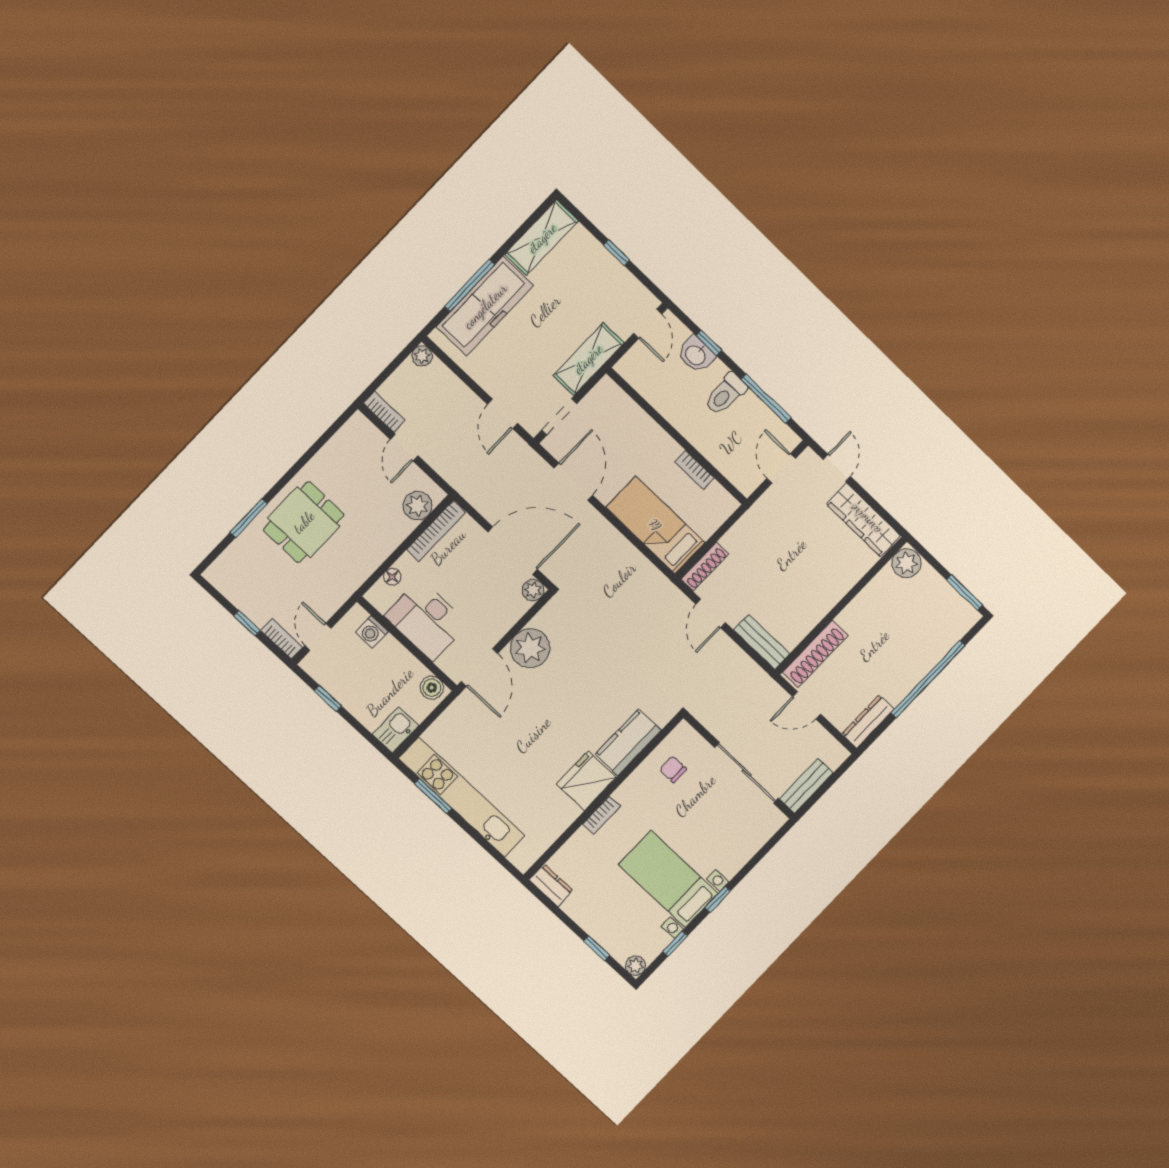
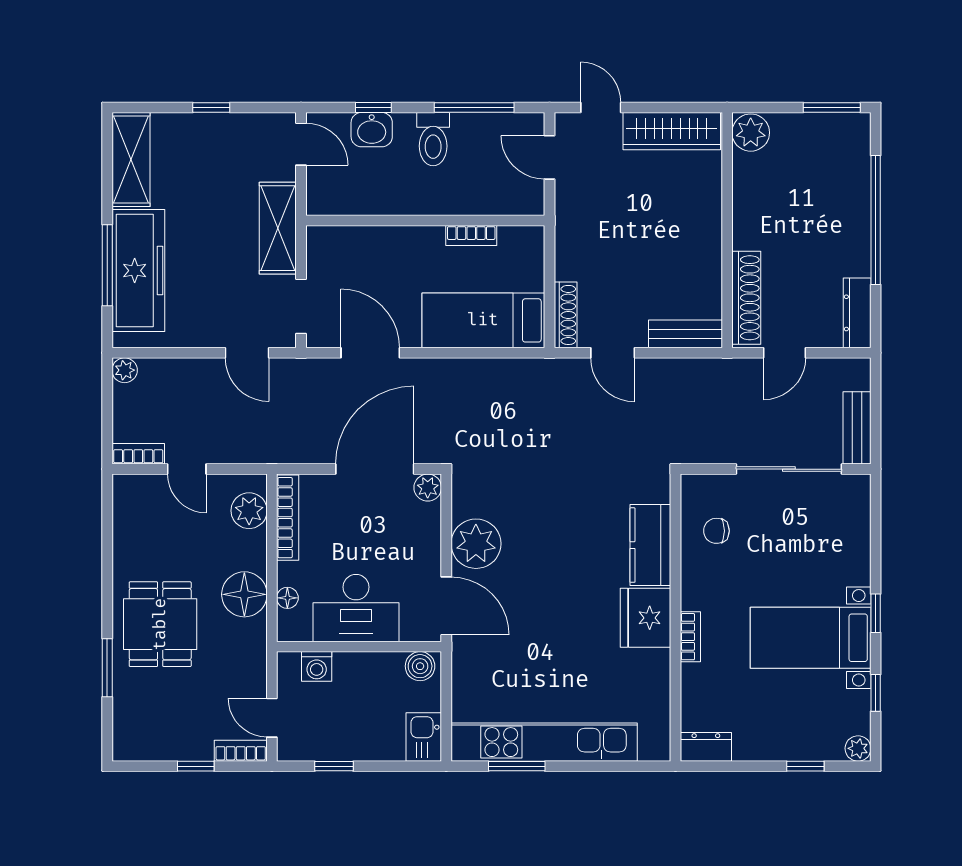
floor lamp: (369, 551) -> (244, 594), added

